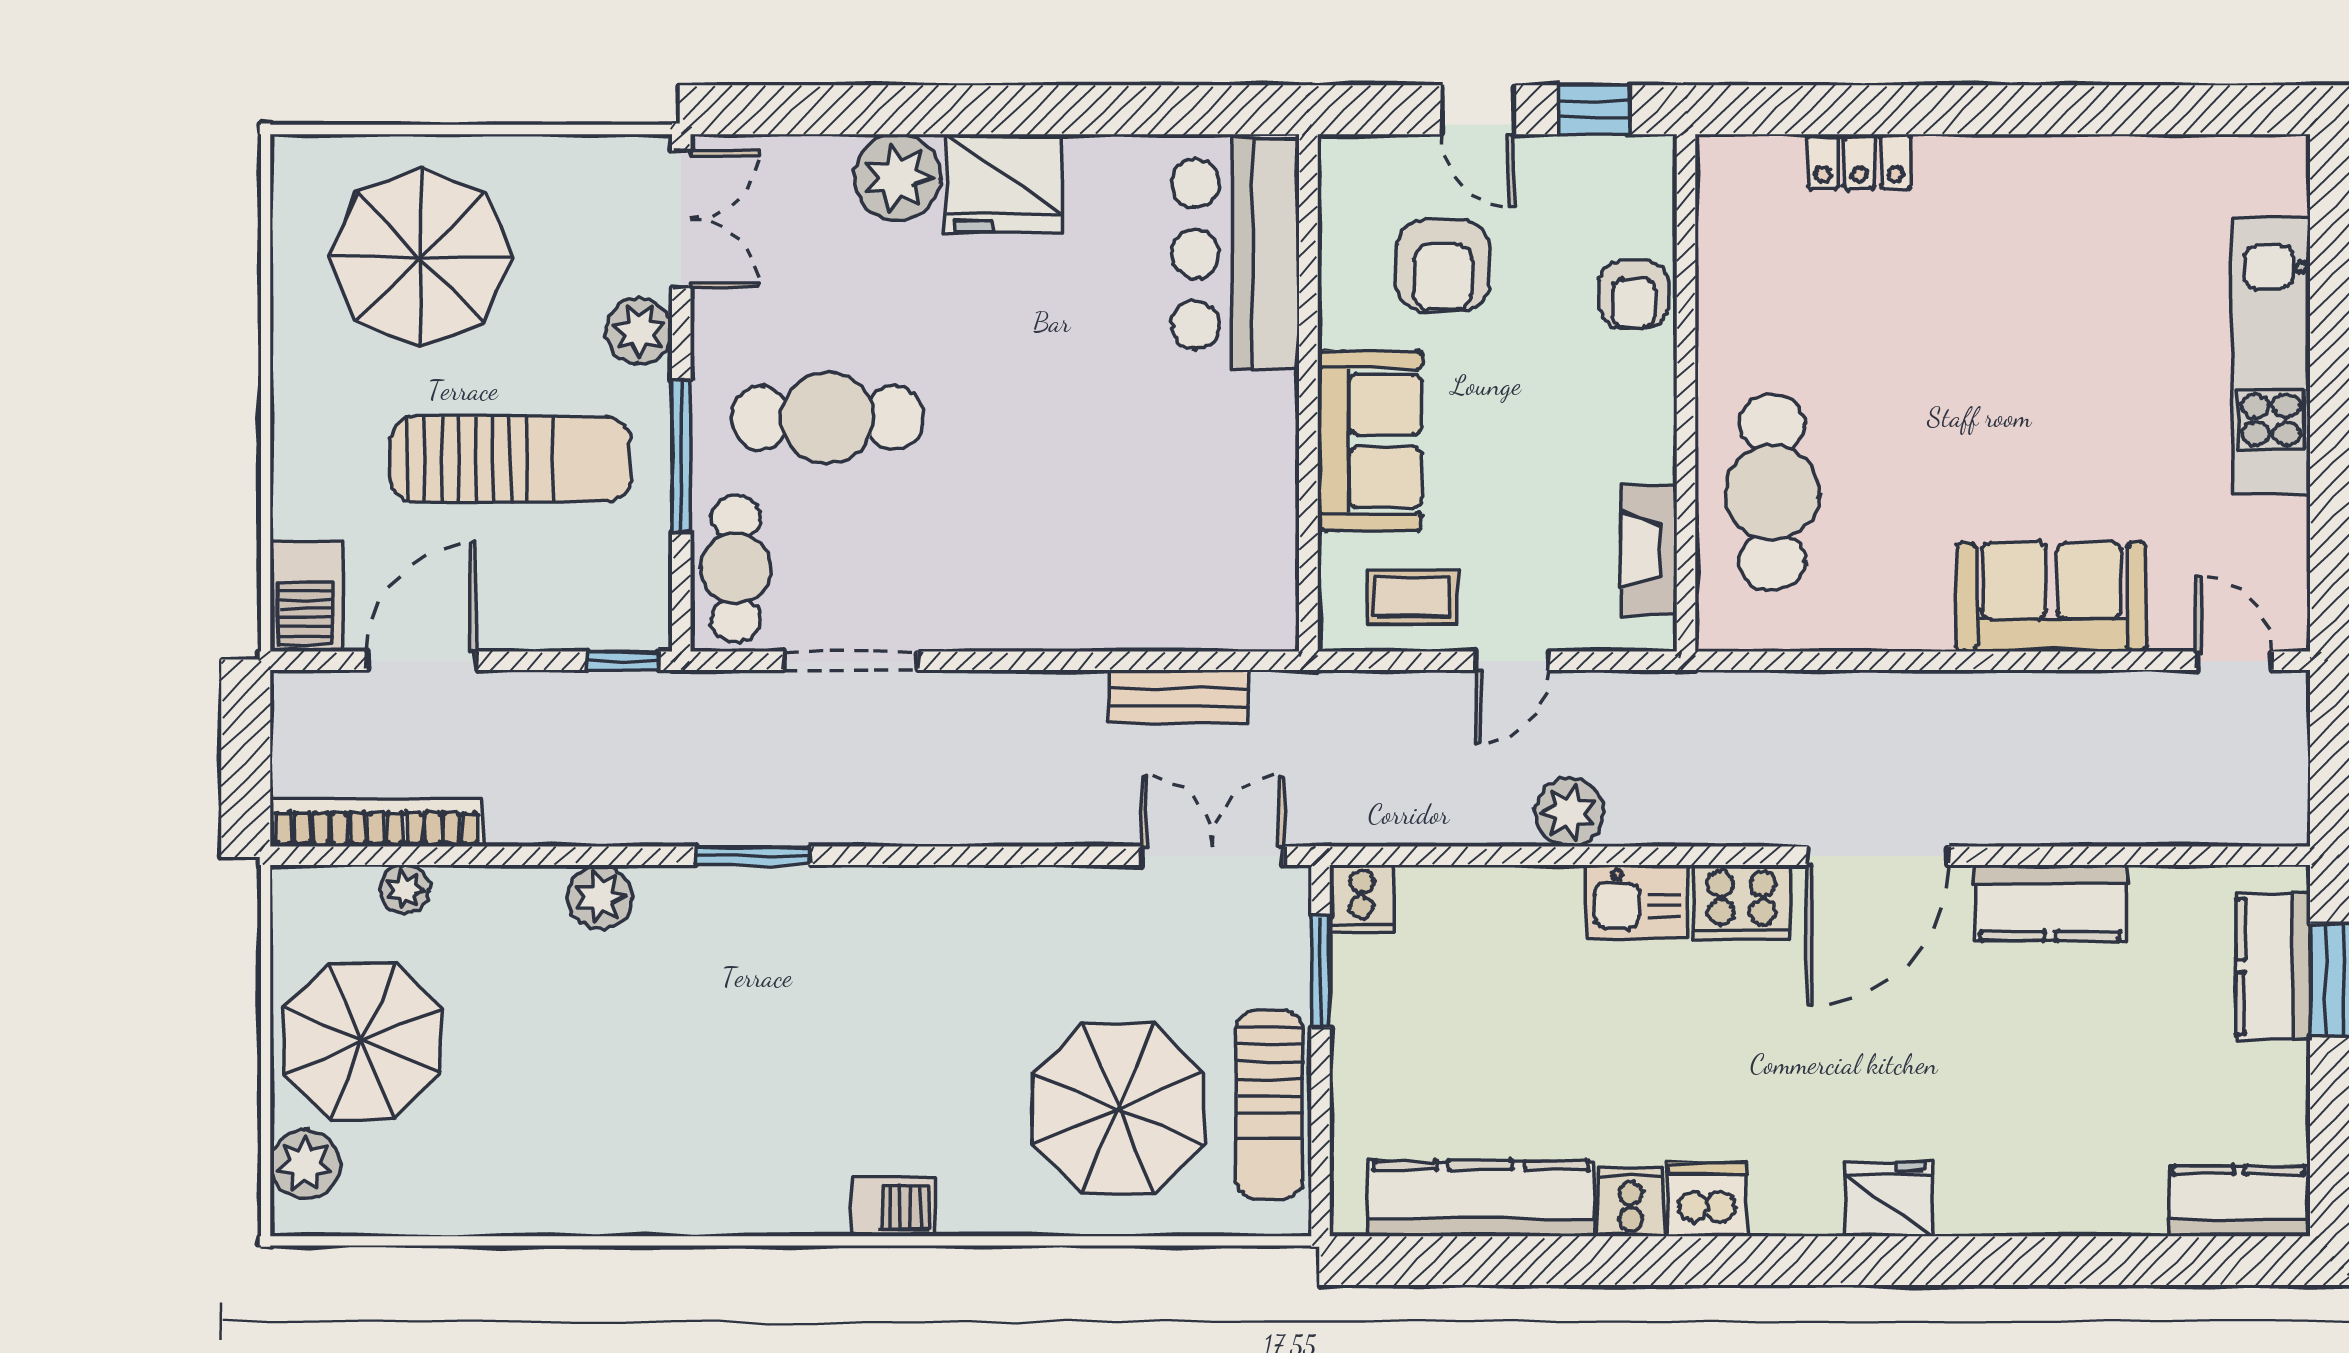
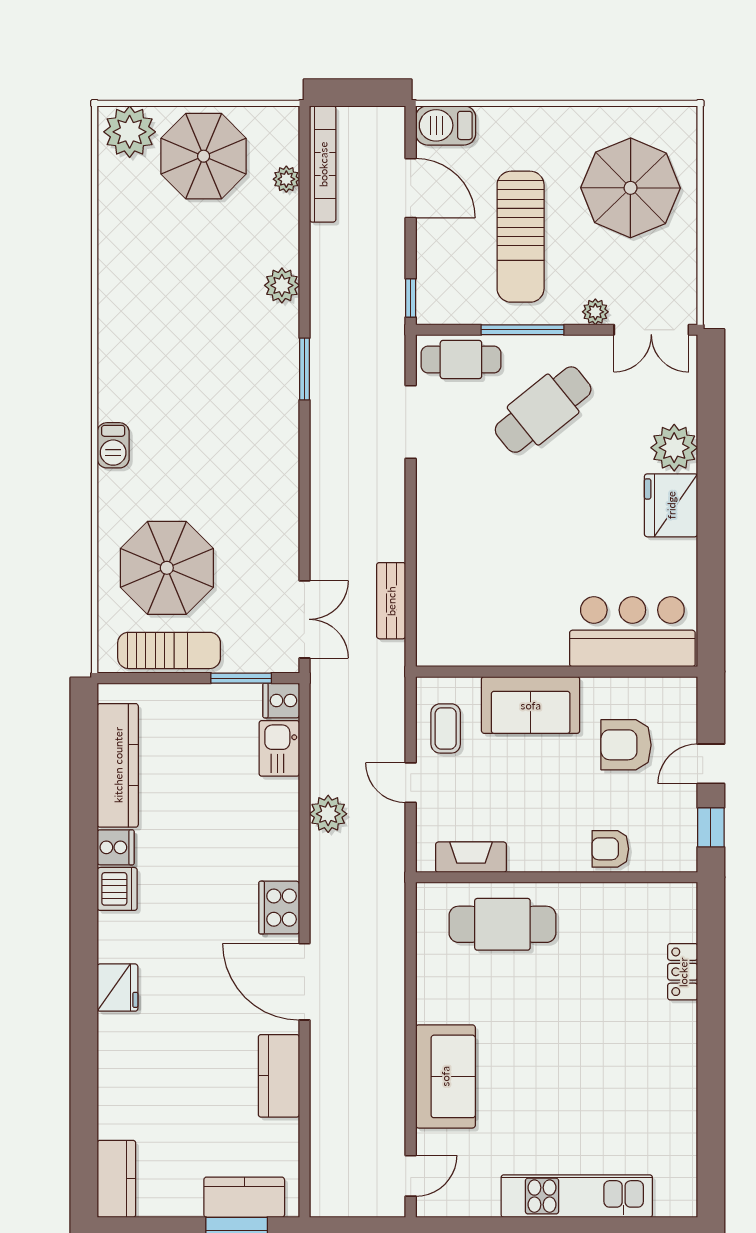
plant: (639, 331) -> (595, 312), width x0.73, depth x0.73
cafe table: (828, 418) -> (543, 410), turned 51
kitchen sink: (1637, 902) -> (279, 748), moved
sun lounger: (1270, 1104) -> (169, 650), turned 180
plant: (305, 1164) -> (130, 132), width x1.36, depth x1.36

